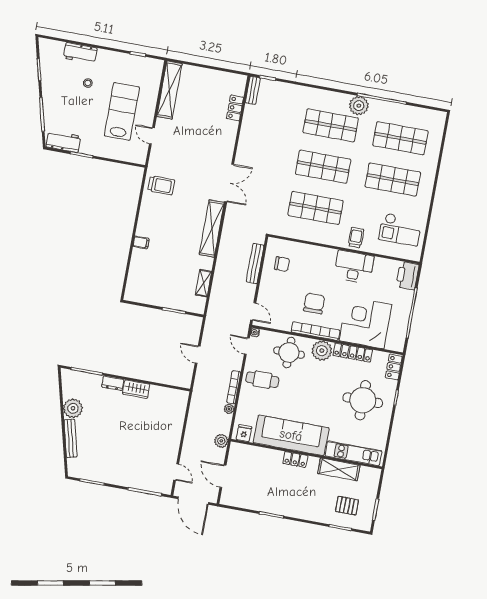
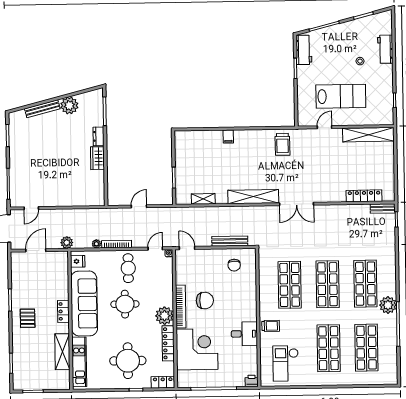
locker: (235, 108) -> (364, 196), width x1.53
desk: (354, 267) -> (244, 334), width x0.73
printer: (407, 276) -> (252, 381), width x0.53, depth x0.68
door: (253, 312) -> (187, 248), swing flipped
round table: (289, 353) -> (125, 304), moved
pallet: (347, 506) -> (28, 318), moved

